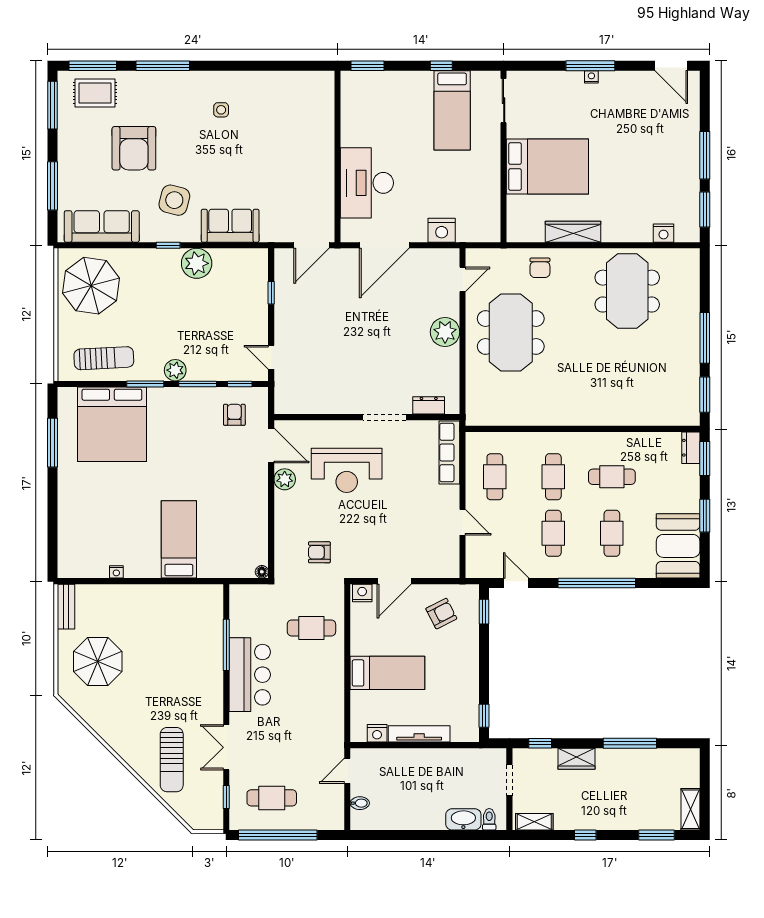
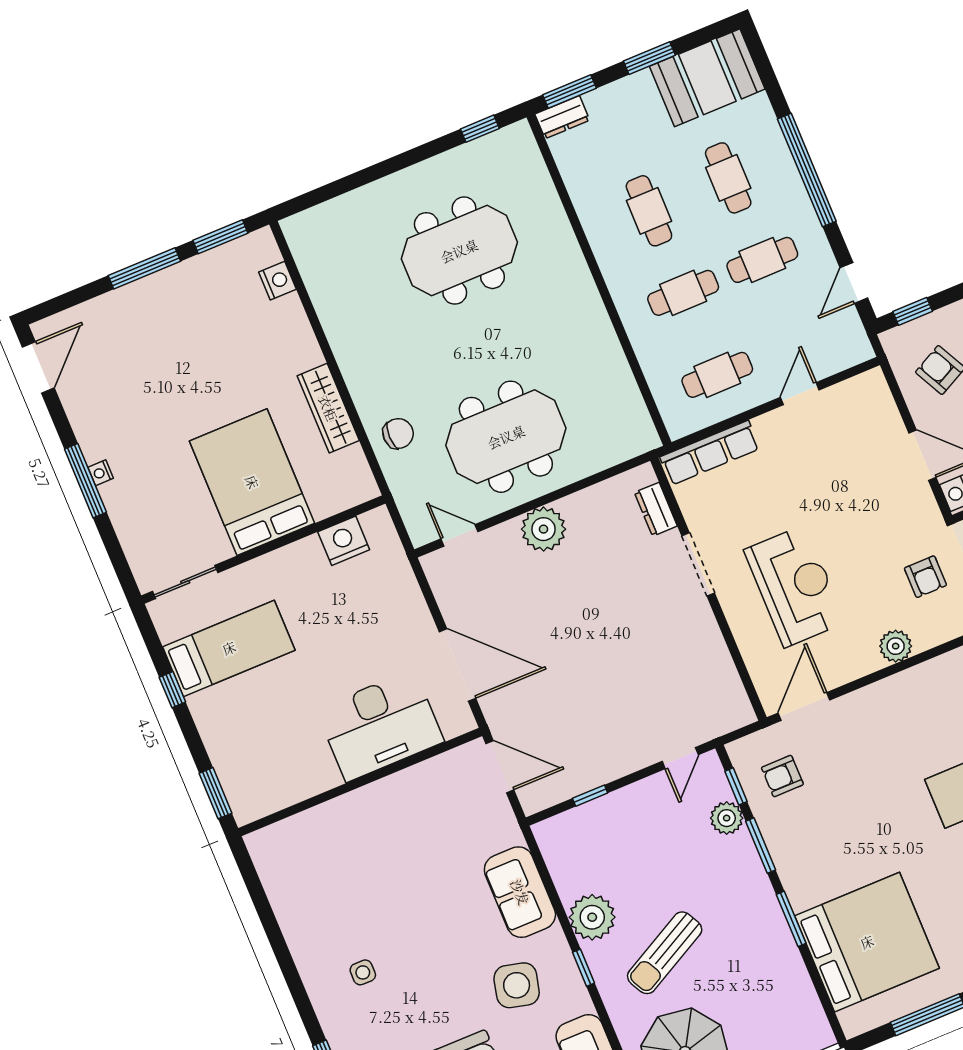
nightstand: (442, 230) -> (344, 541), moved, turned -90
meeting table: (627, 291) -> (459, 251), moved
window: (705, 338) -> (400, 162), removed
sun lounger: (104, 358) -> (665, 953), moved, turned -115
plant: (175, 370) -> (727, 818), moved
window: (705, 395) -> (480, 129), width x0.67
plant: (285, 479) -> (896, 646), moved
cafe table: (612, 533) -> (728, 178), turned 90

